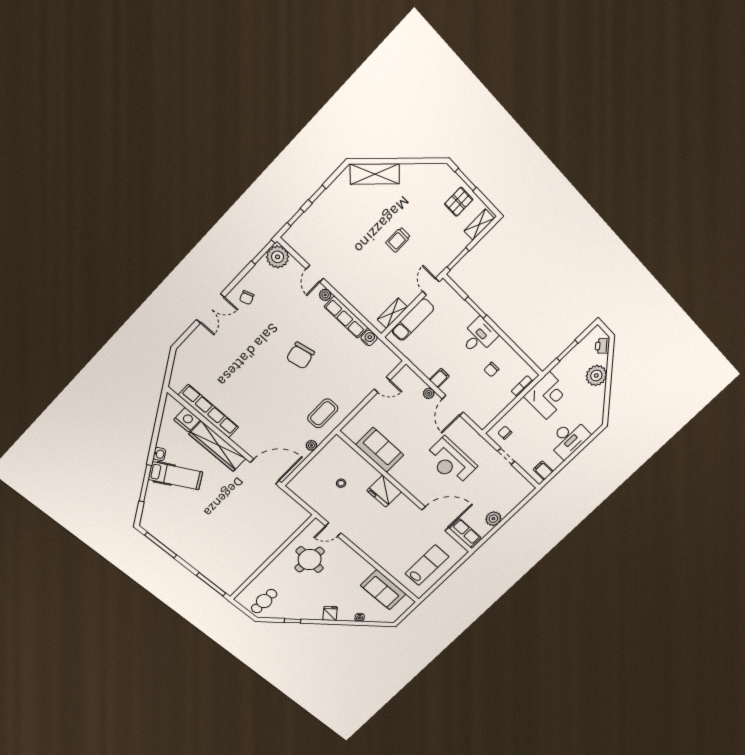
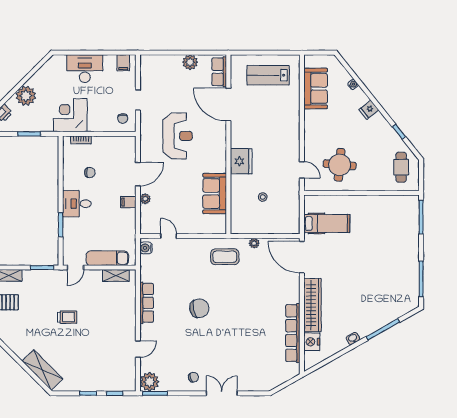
plant: (325, 295) -> (145, 330), removed
water cooler: (369, 338) -> (146, 248), moved
hospital bed: (176, 476) -> (327, 223), moved, turned 119
cafe table: (264, 601) -> (401, 167), turned 90

